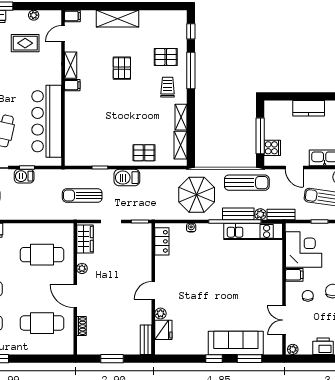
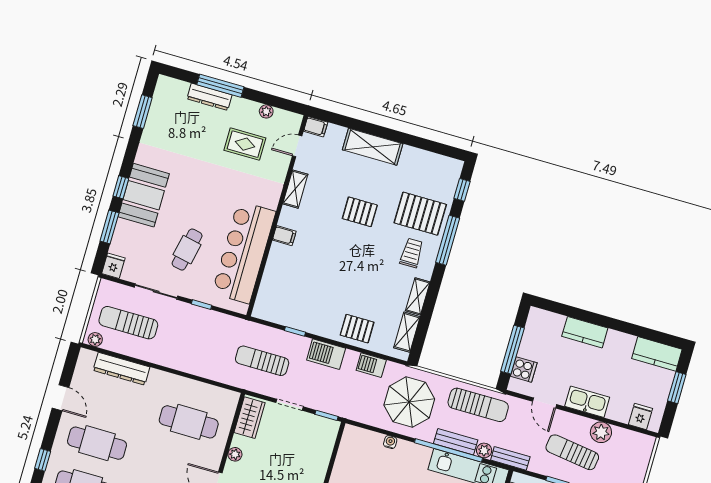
pallet: (166, 57) -> (420, 214), width x1.50, depth x1.42
pallet: (122, 68) -> (360, 212), turned 90
filing cabinet: (72, 85) -> (284, 236), moved
barbecue: (24, 176) -> (371, 365), moved
locker: (162, 241) -> (348, 449), removed

